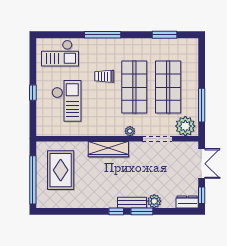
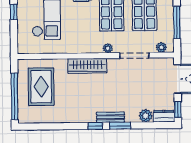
plant: (185, 126) -> (161, 47), width x0.53, depth x0.53
plant: (154, 201) -> (146, 116), moved

